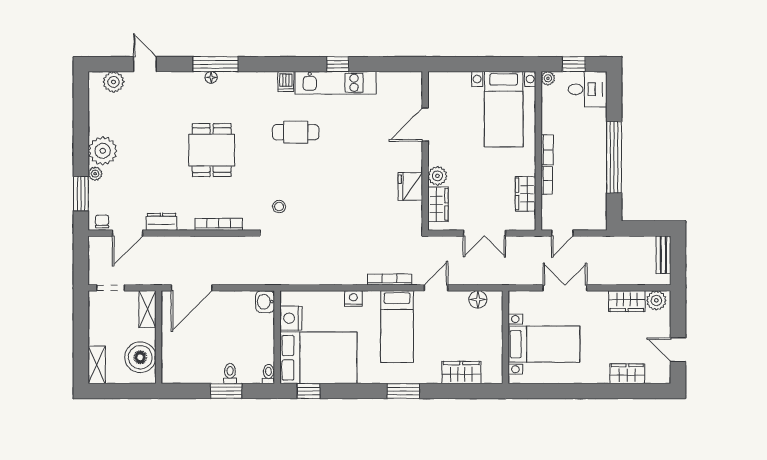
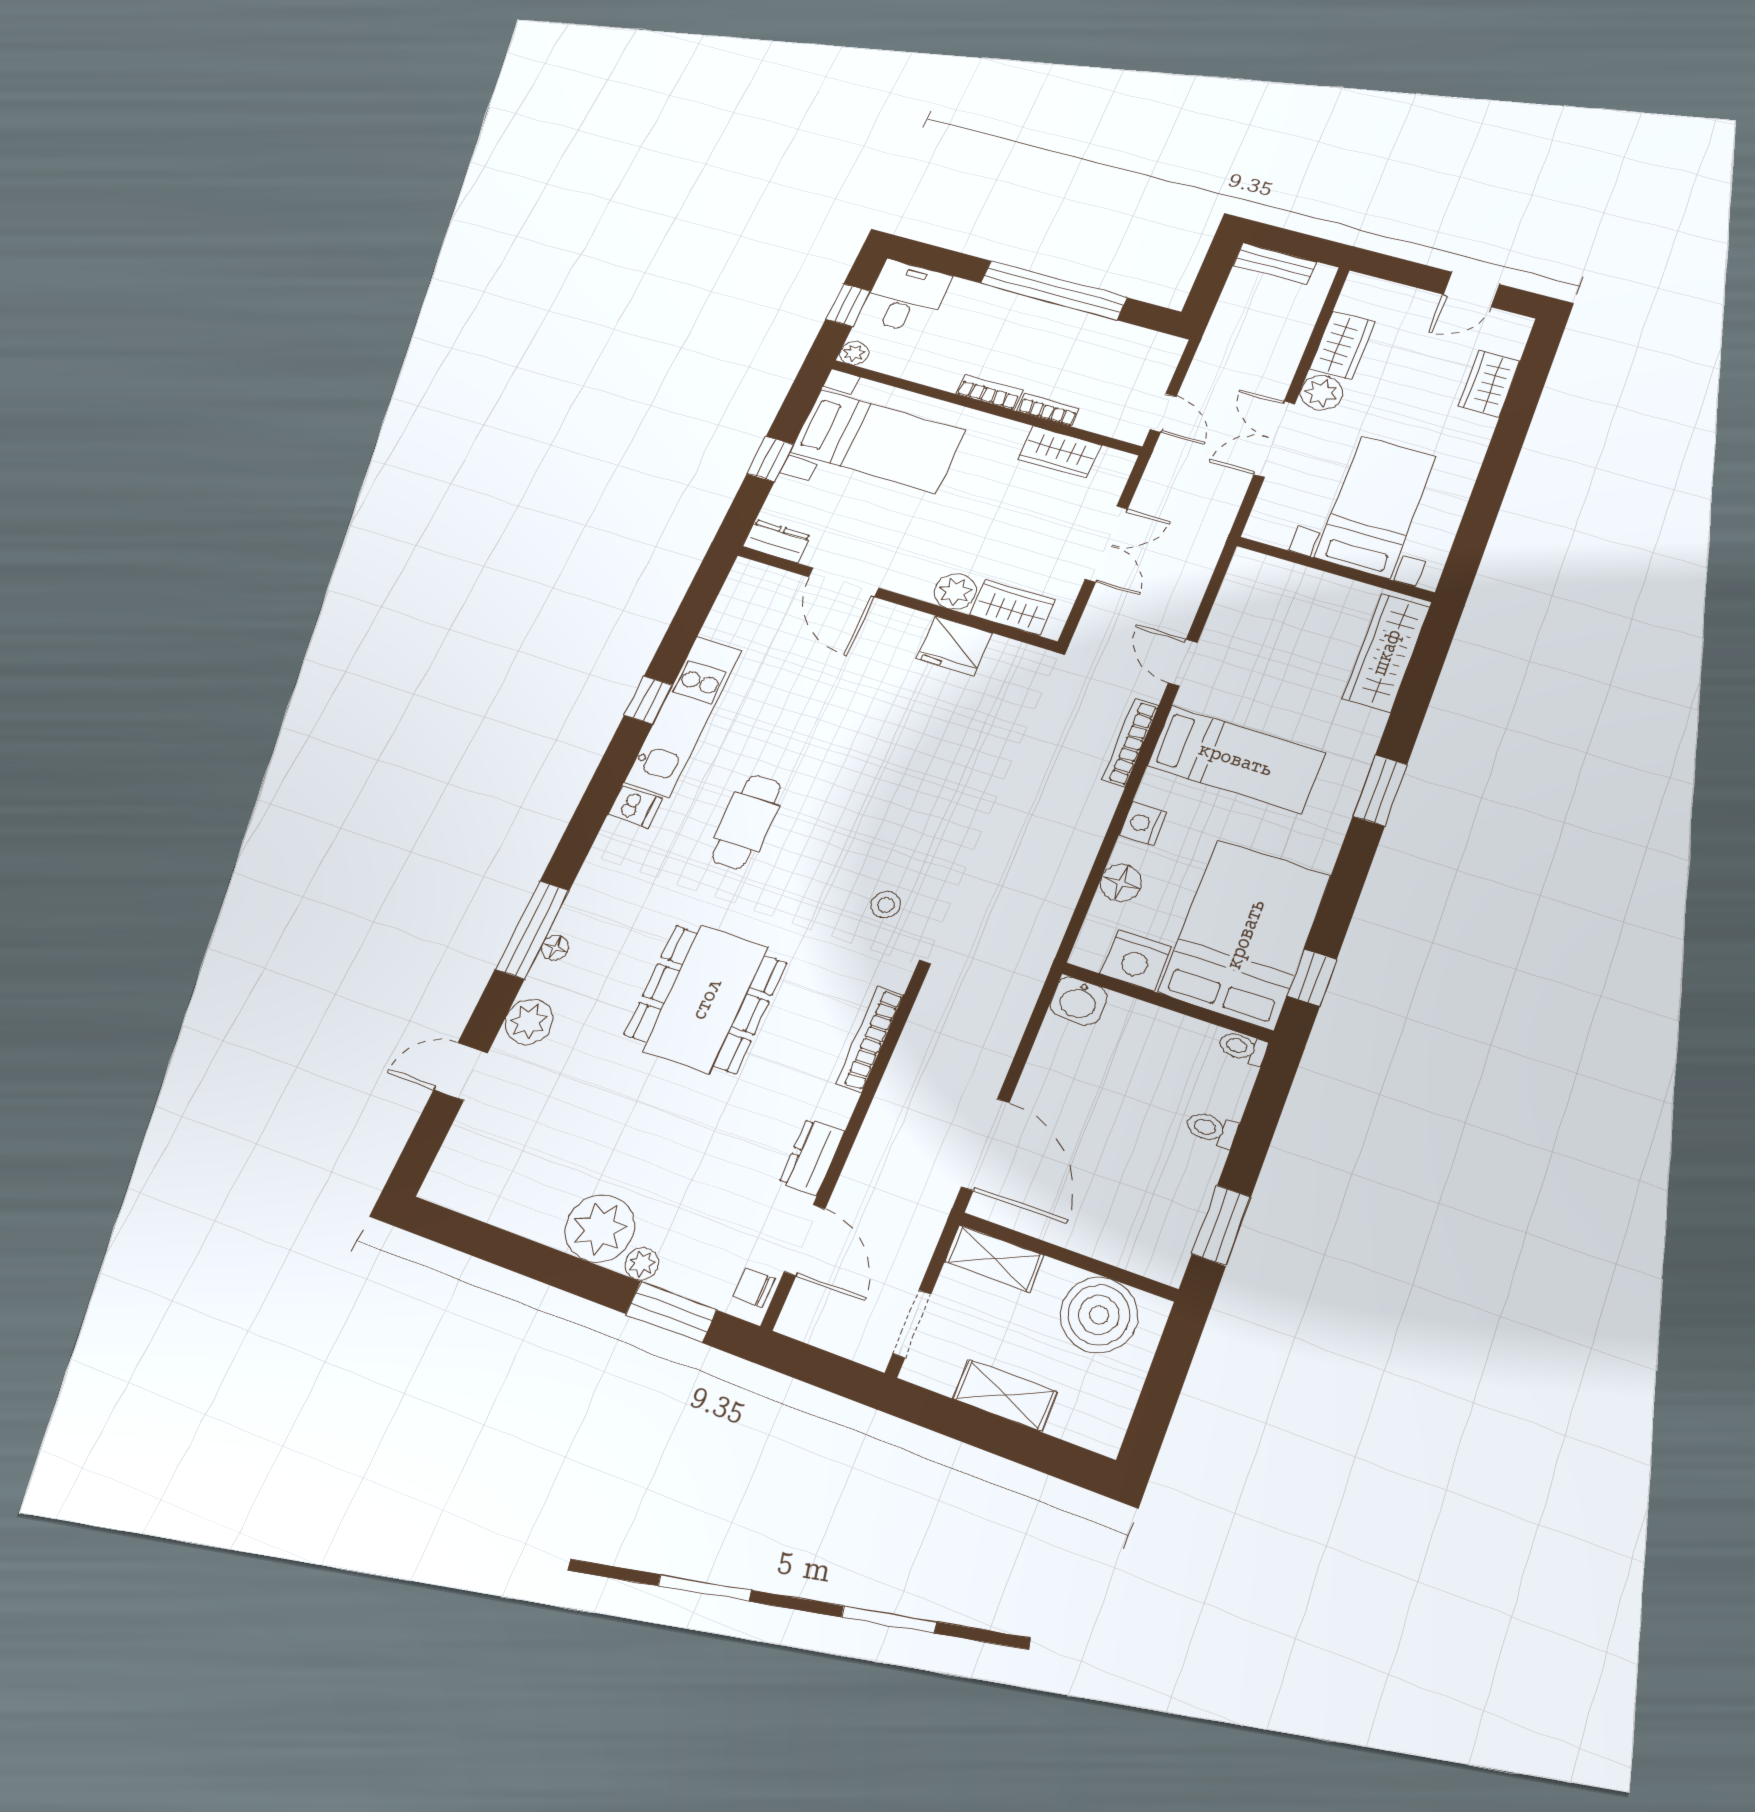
window: (478, 64) -> (770, 459), added
plant: (114, 82) -> (529, 1022), moved
dresser: (436, 86) -> (777, 541), added
dining table: (212, 150) -> (706, 999), width x1.38
floor lamp: (478, 299) -> (1121, 883), moved
plant: (656, 300) -> (1322, 393), moved
shelving: (97, 365) -> (1005, 1395), moved
wardrobe: (461, 372) -> (1386, 652), width x1.50
window: (226, 391) -> (1221, 1225), moved

